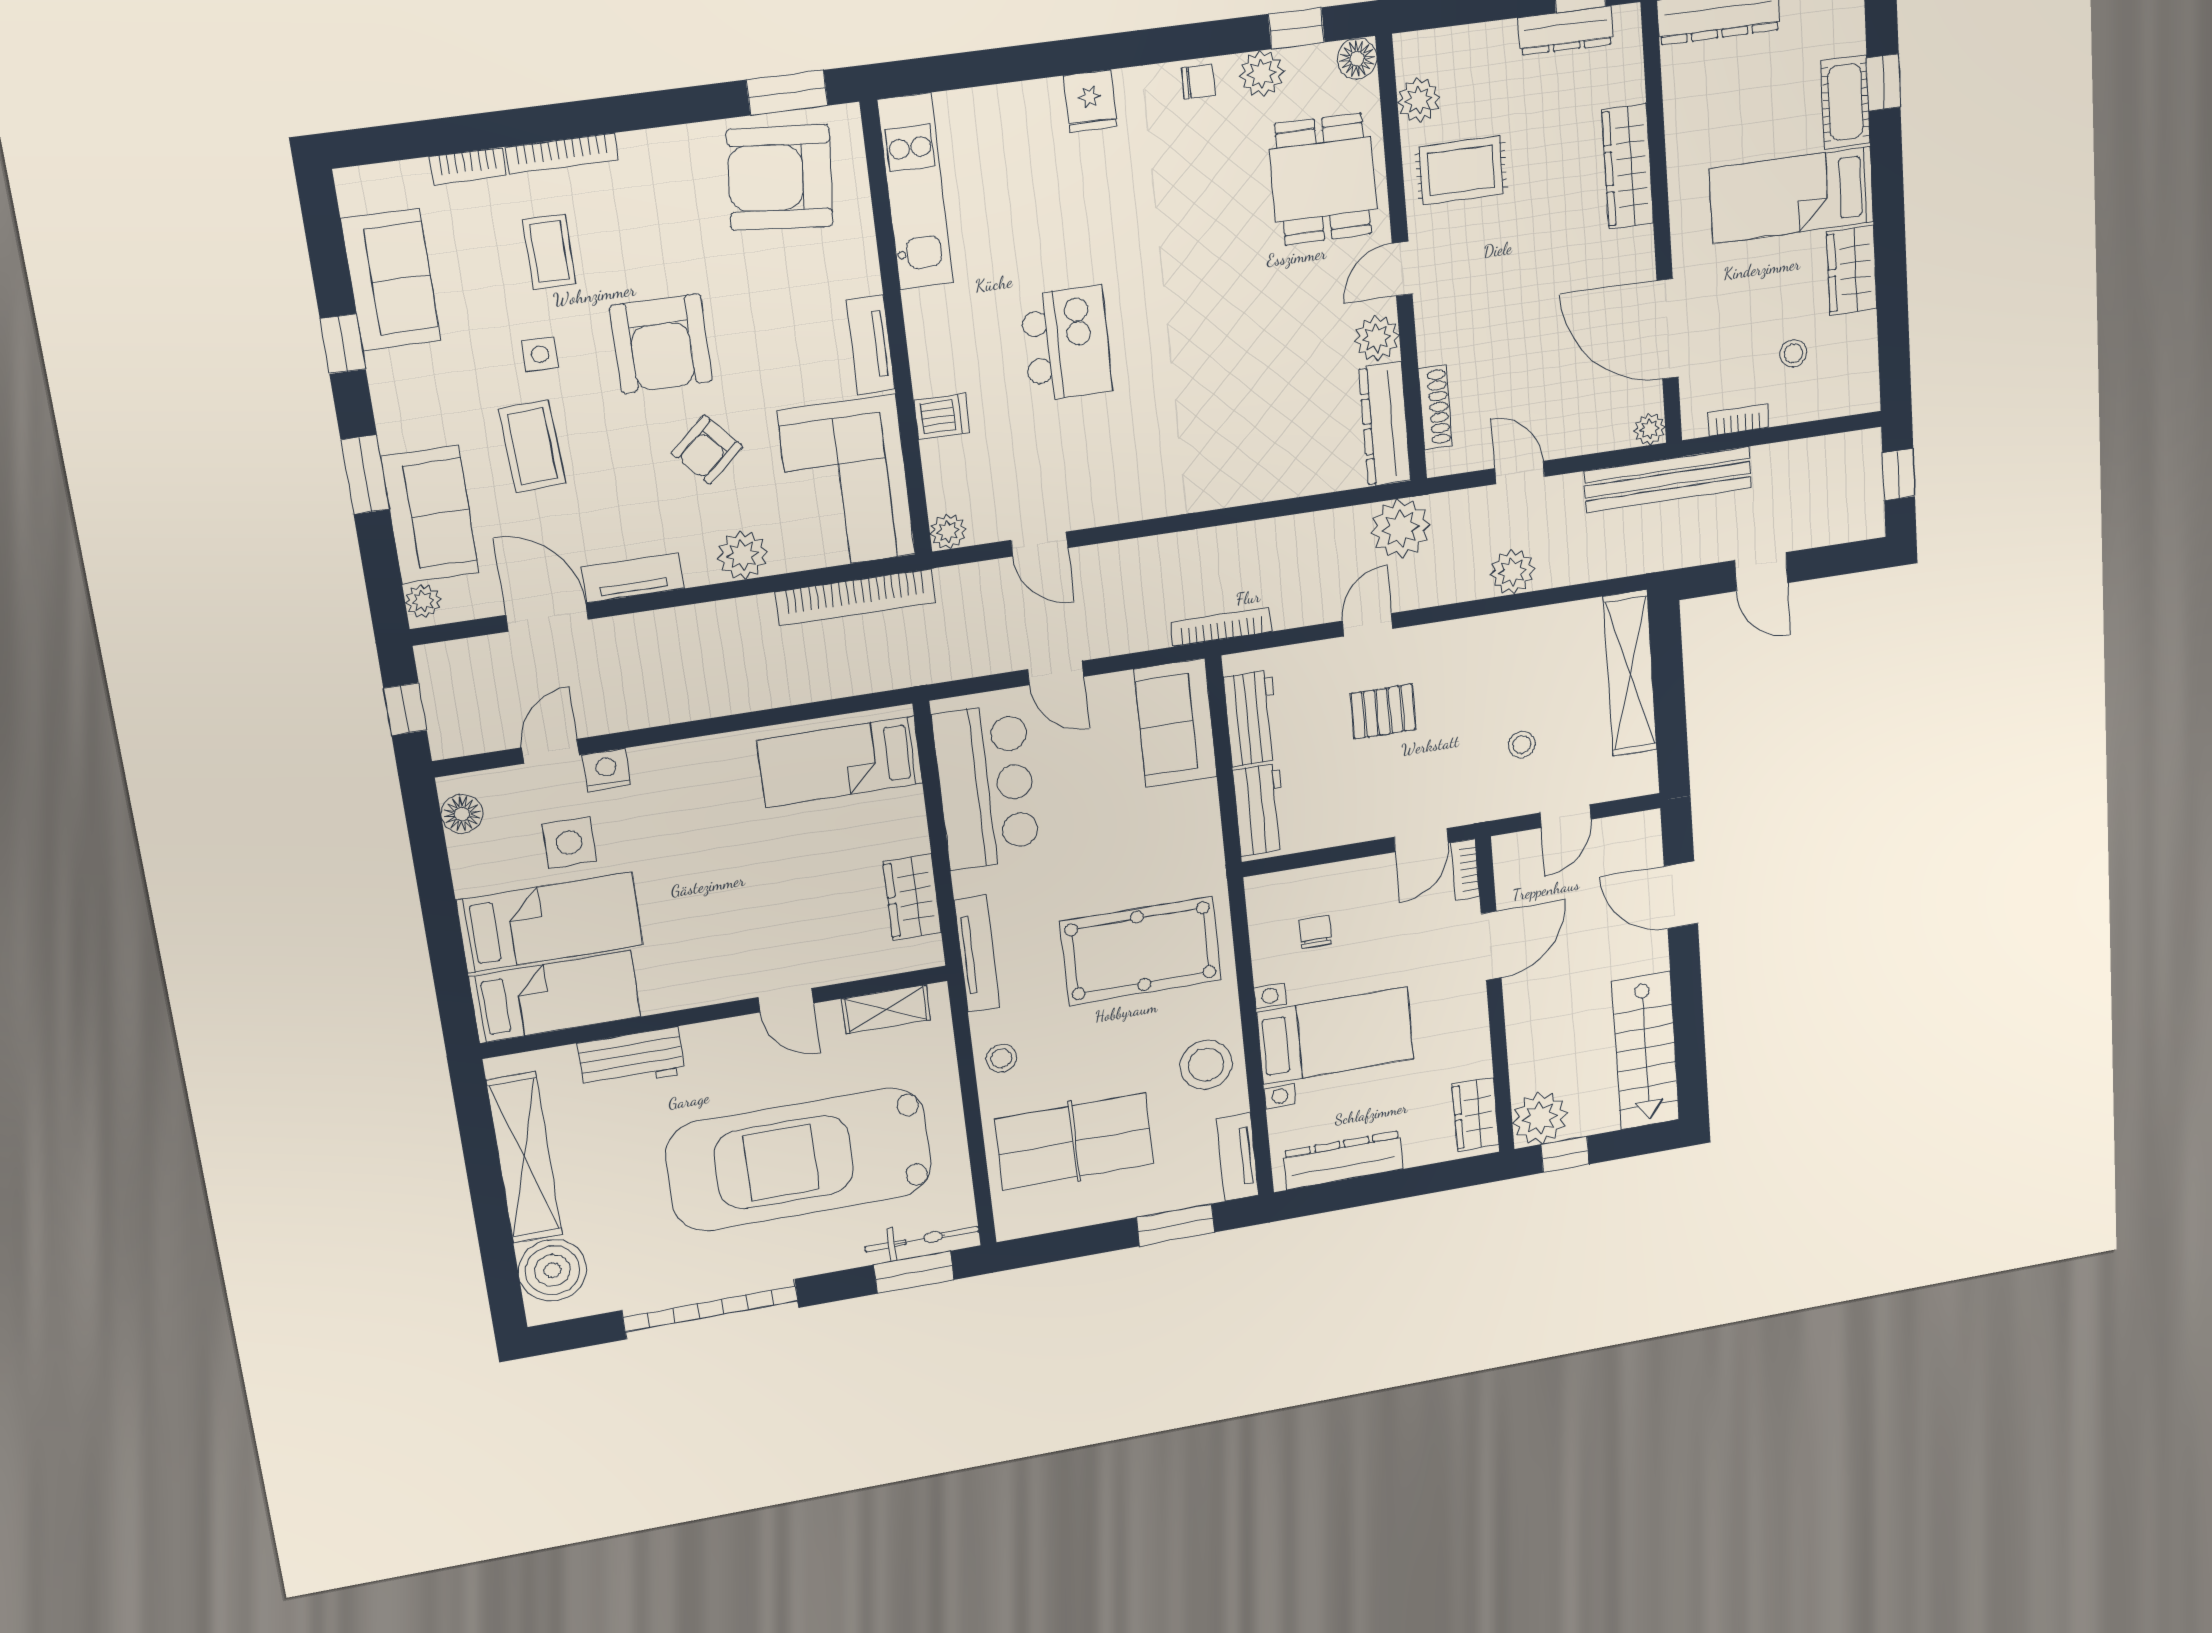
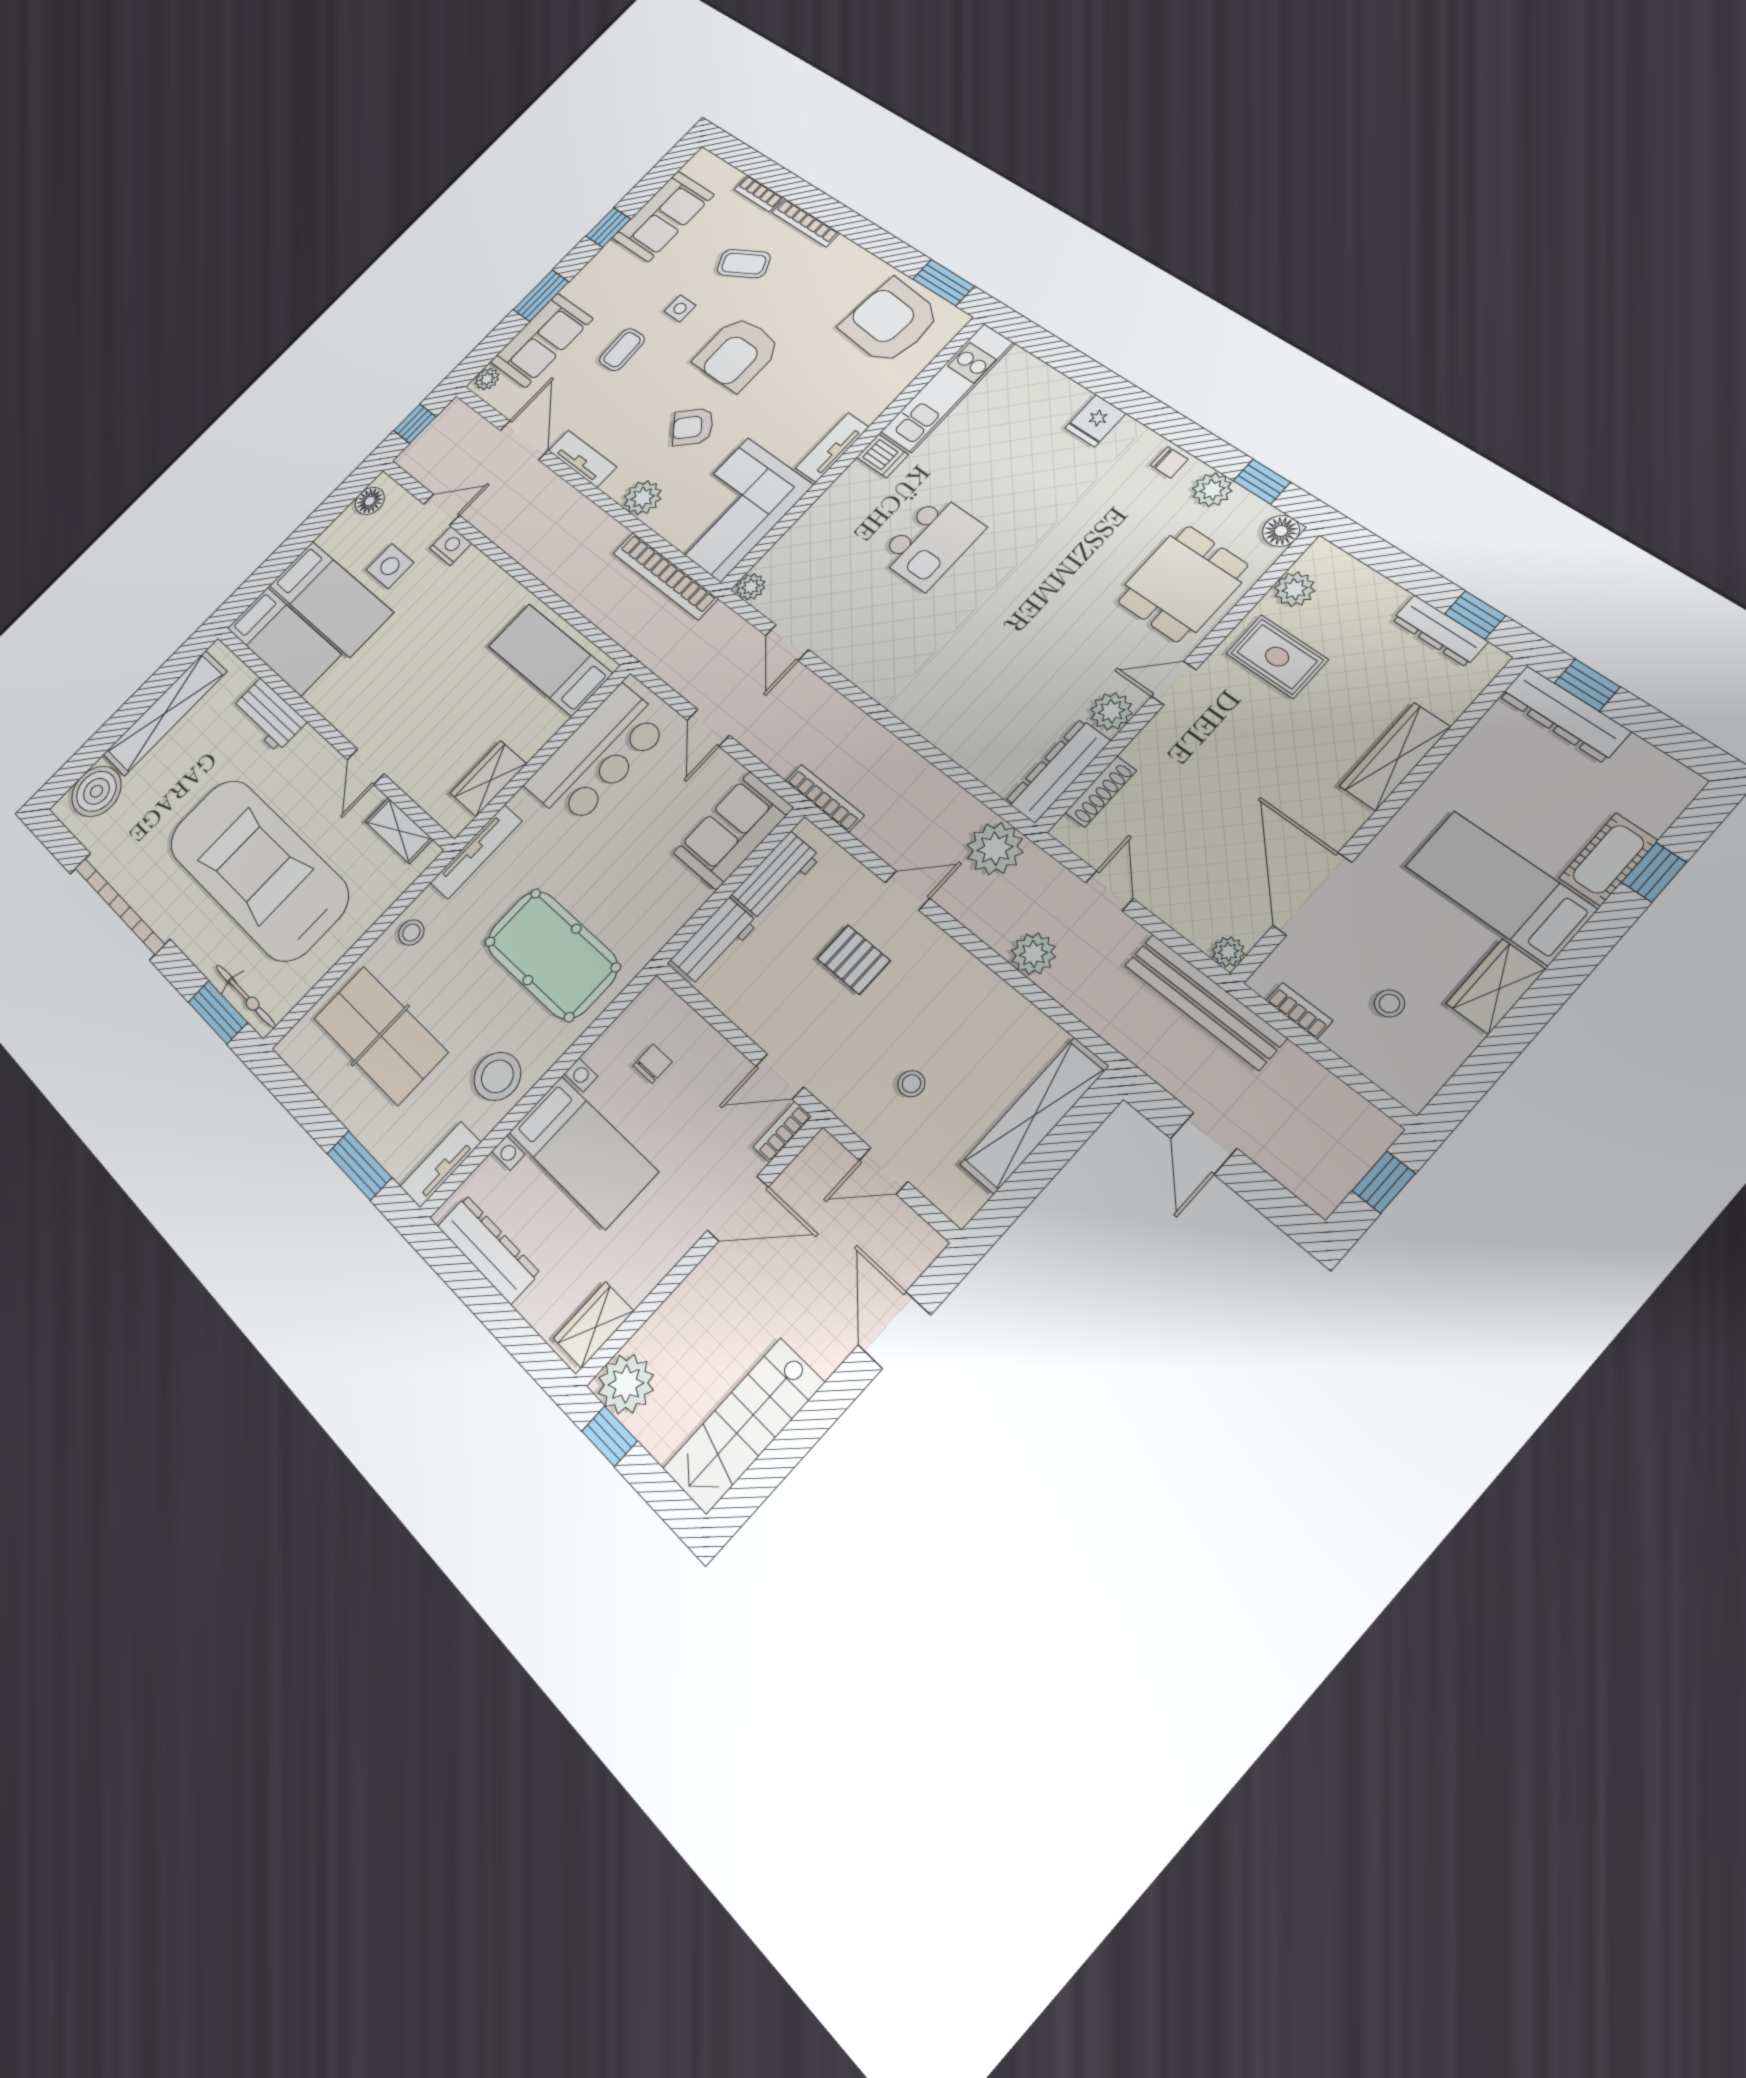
coffee table: (549, 252) -> (744, 264), turned 63
dishwasher: (942, 416) -> (882, 456), moved
coffee table: (532, 446) -> (622, 350), width x0.73, depth x0.77

